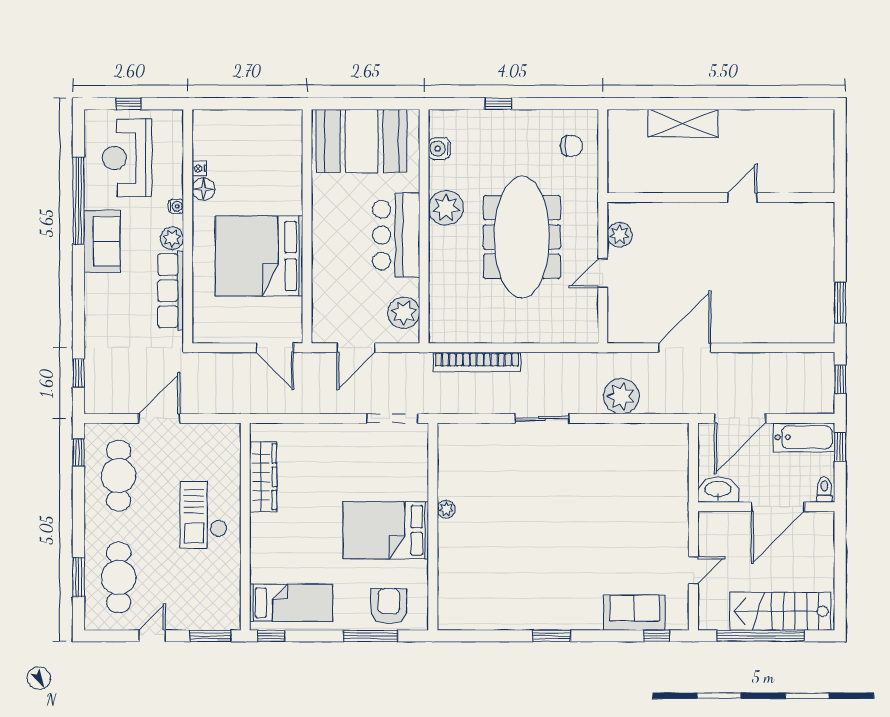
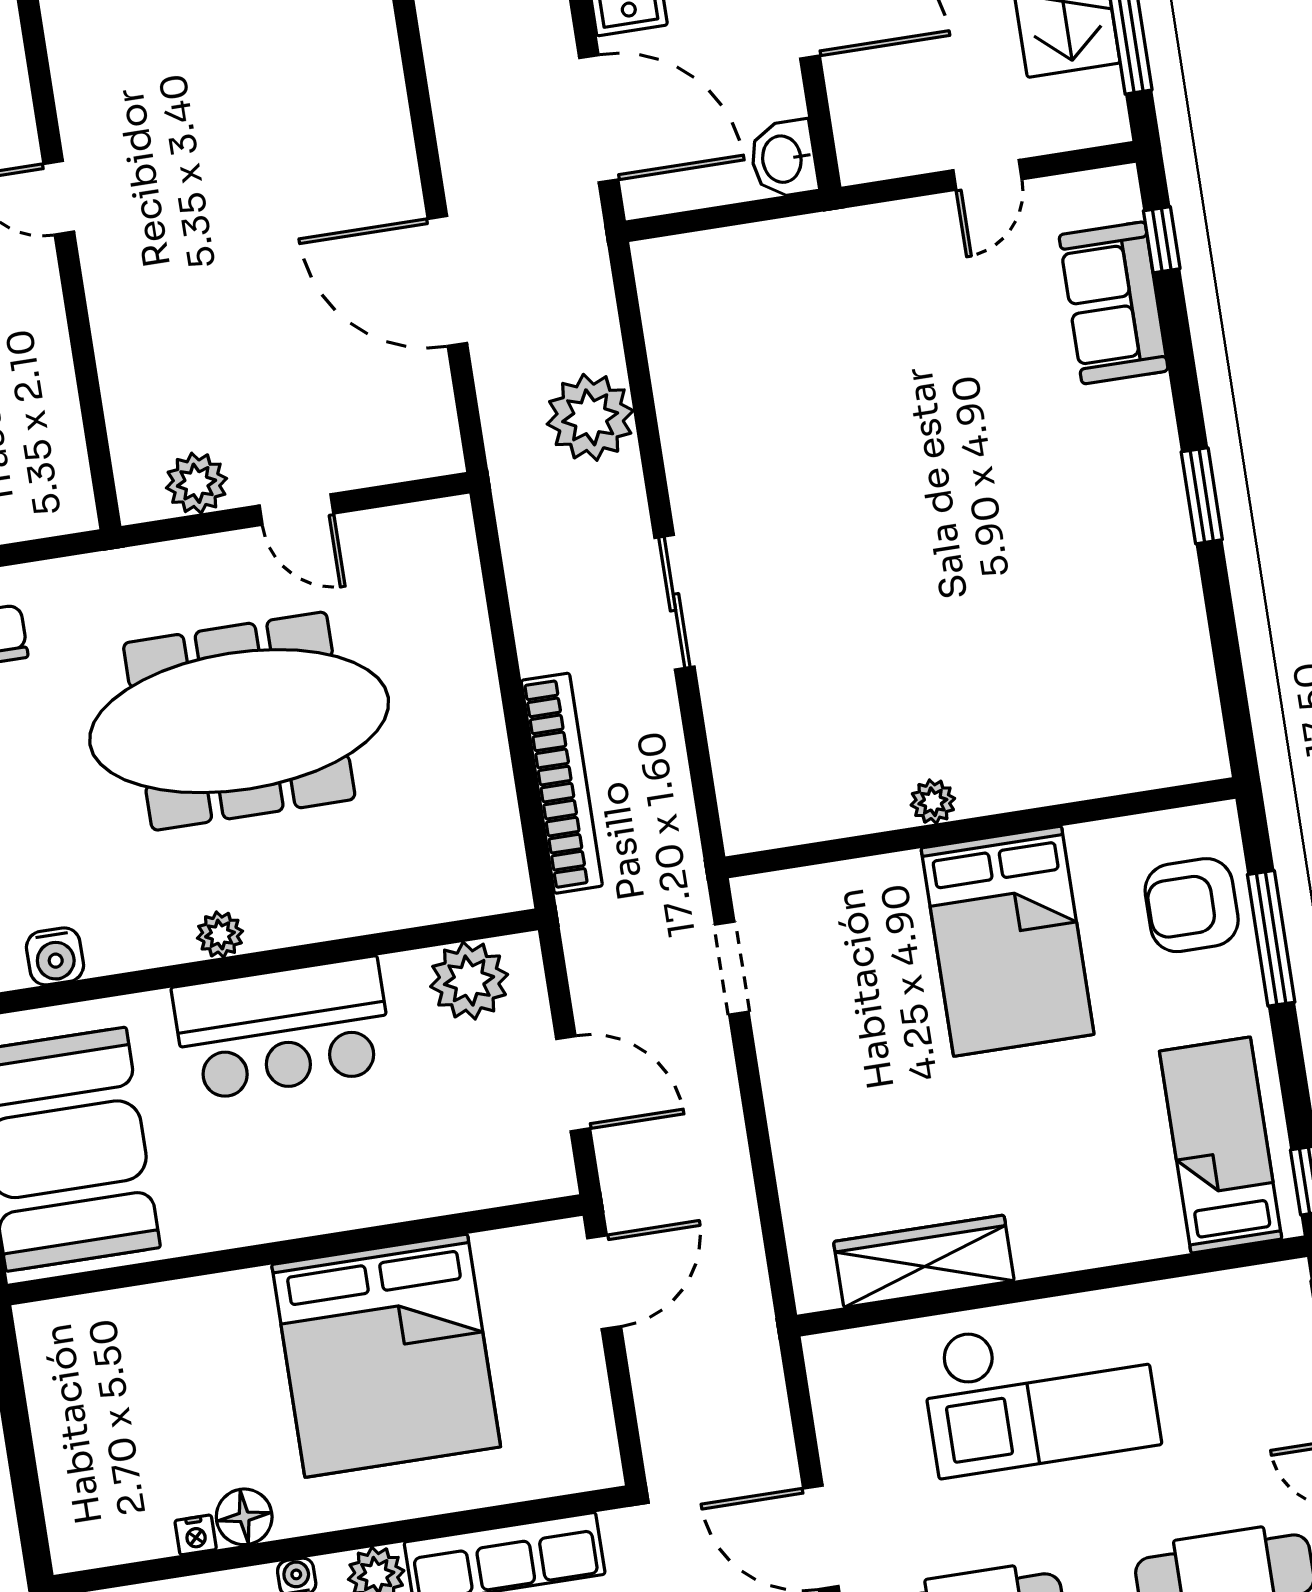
plant: (446, 208) -> (220, 935), width x0.53, depth x0.53
doorway: (392, 418) -> (732, 968), width x0.73
washbasin: (718, 490) -> (784, 159), width x0.72
checkout: (203, 515) -> (1040, 1392), width x1.36, depth x1.21
door: (693, 570) -> (987, 175), swing flipped

